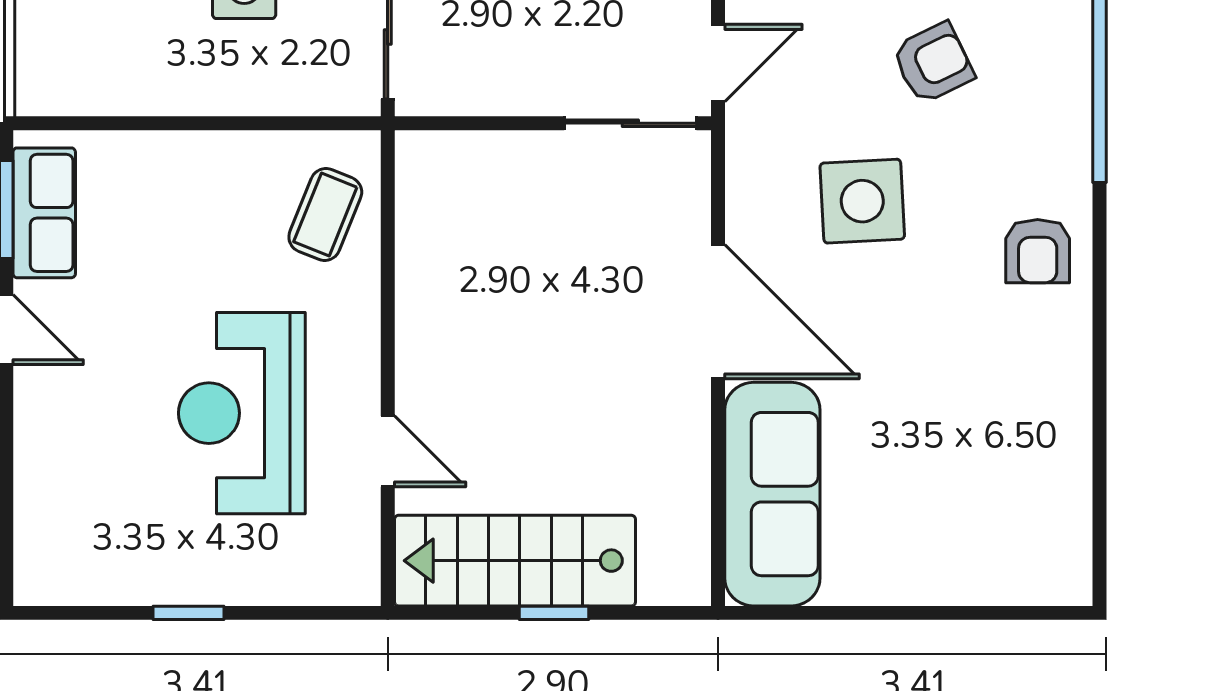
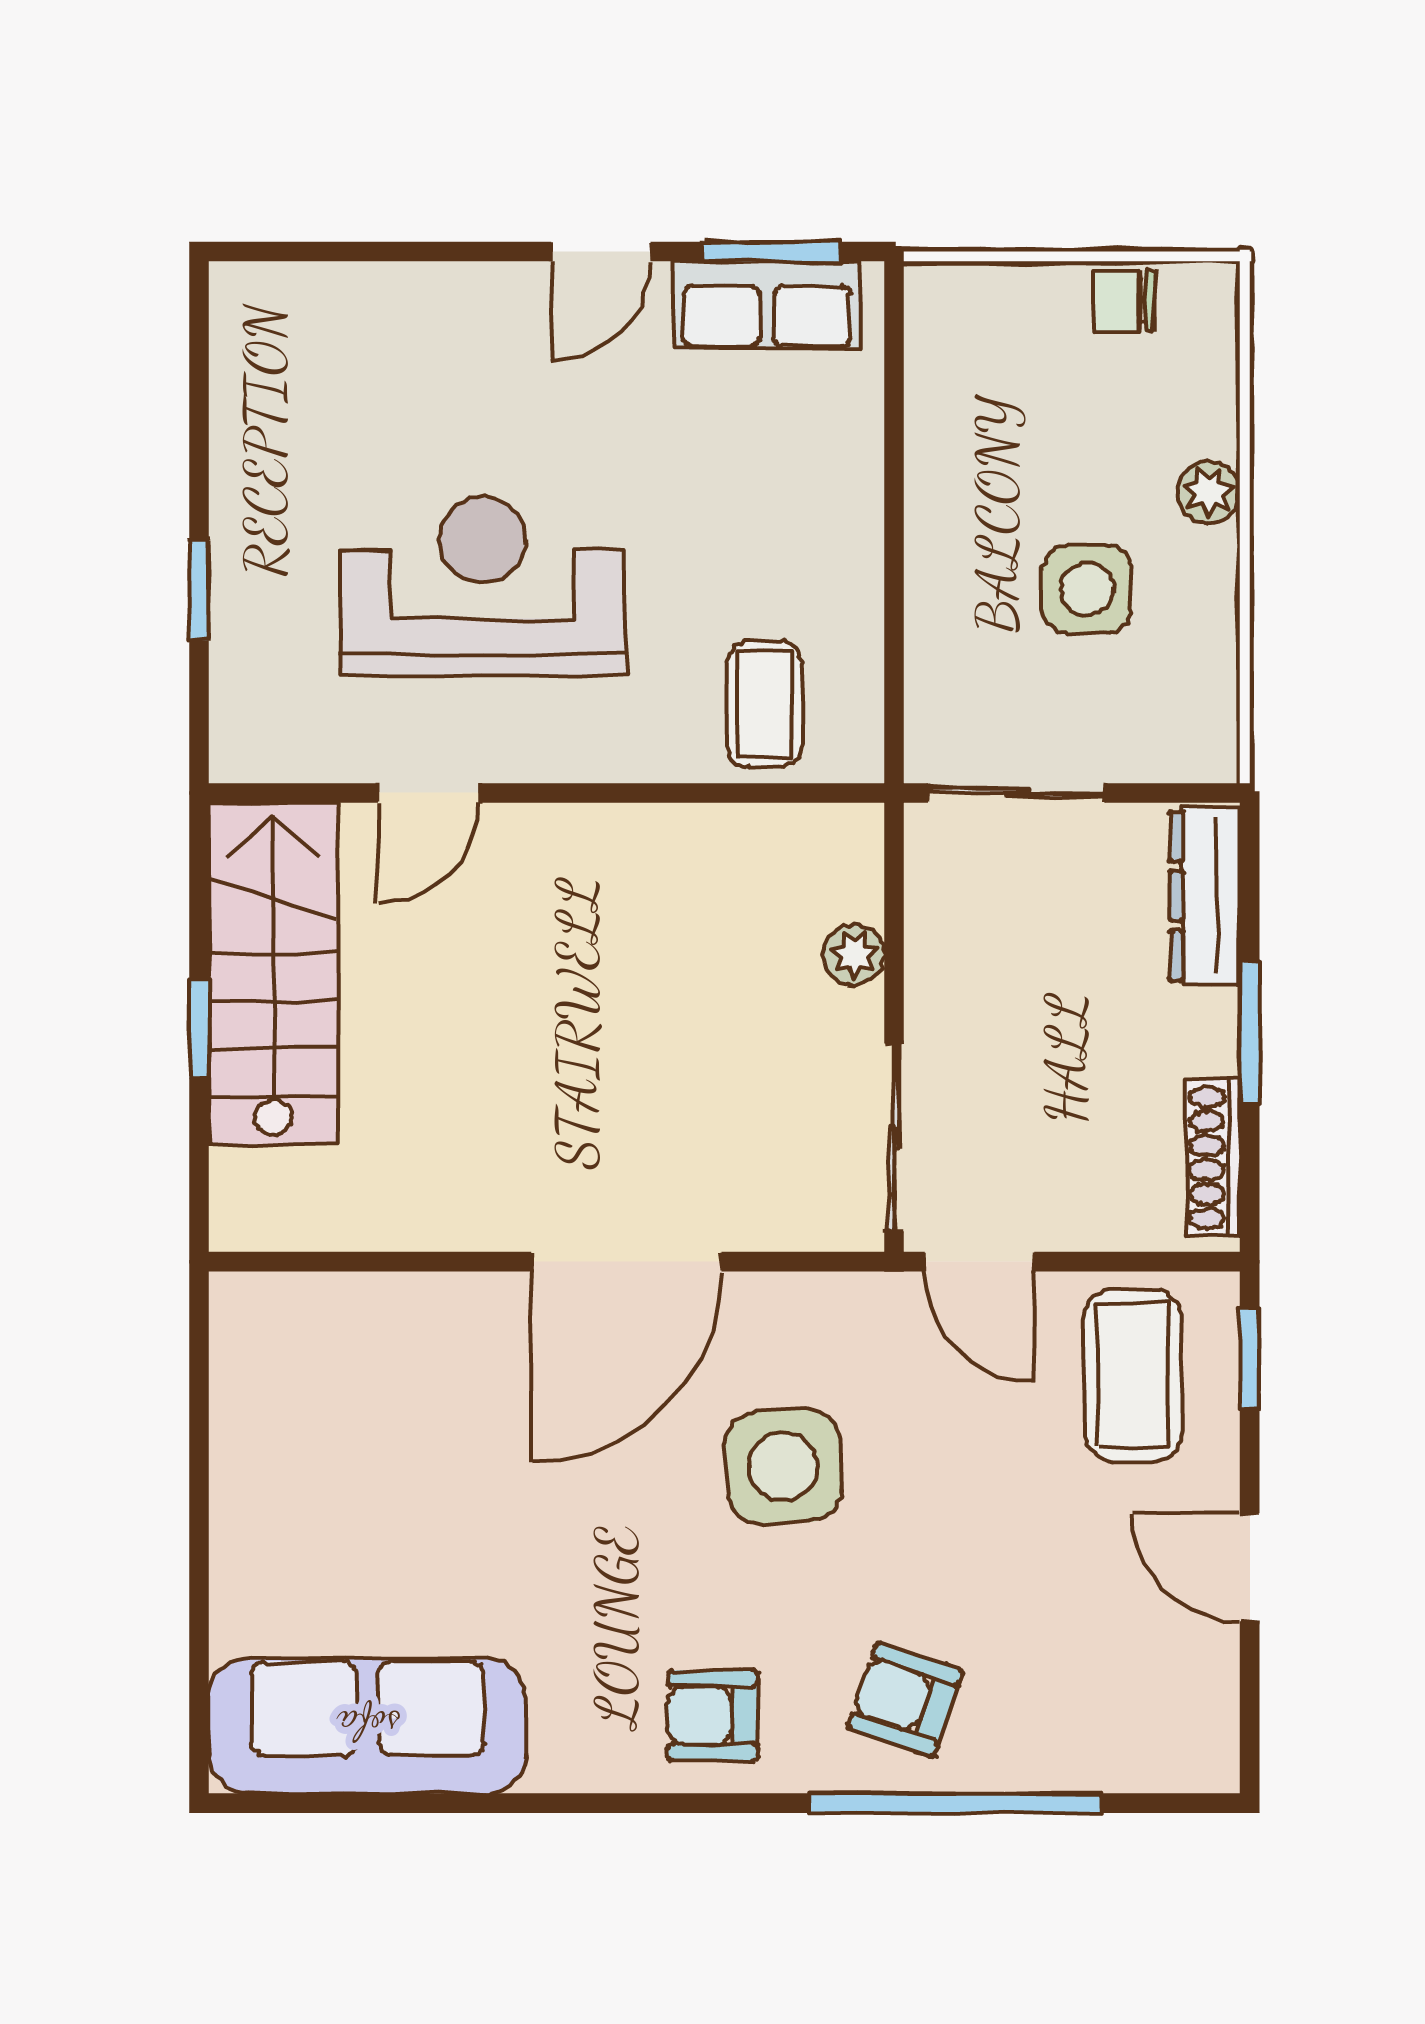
armchair: (933, 63) -> (905, 1700), moved, turned 135
plant: (502, 151) -> (854, 955), added
coffee table: (325, 215) -> (764, 704), turned 68
sofa: (772, 494) -> (368, 1726), moved, turned 180
window: (189, 613) -> (199, 590), moved

